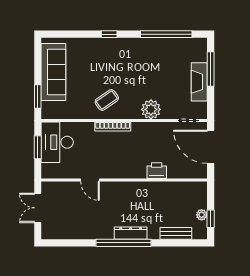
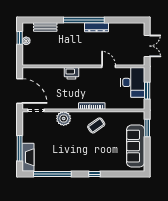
fireplace: (199, 82) -> (28, 157), moved
desk: (57, 142) -> (133, 82), moved
printer: (157, 171) -> (71, 73), moved
dresser: (131, 233) -> (97, 27), moved

